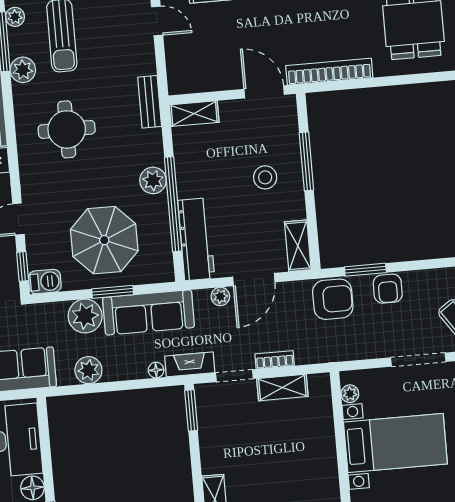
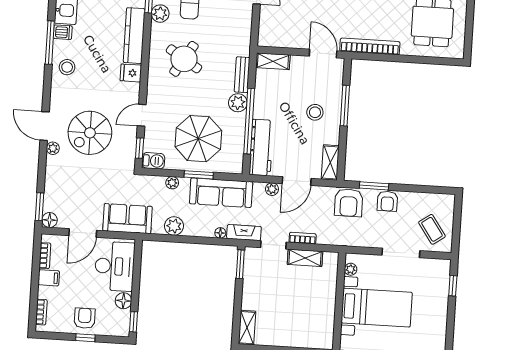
bench: (150, 102) -> (242, 75), moved
round table: (67, 129) -> (184, 59), turned 32
armchair: (333, 299) -> (349, 203), turned 90
plant: (85, 316) -> (172, 183), width x0.53, depth x0.53

